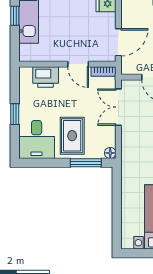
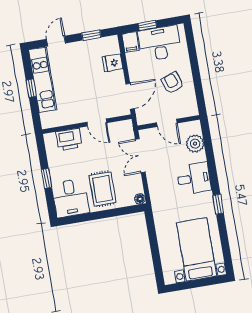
bookcase: (103, 71) -> (121, 125), removed
window: (86, 163) -> (119, 212), removed

